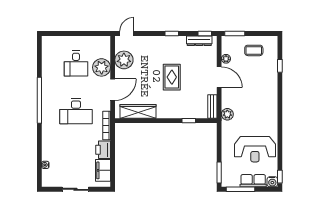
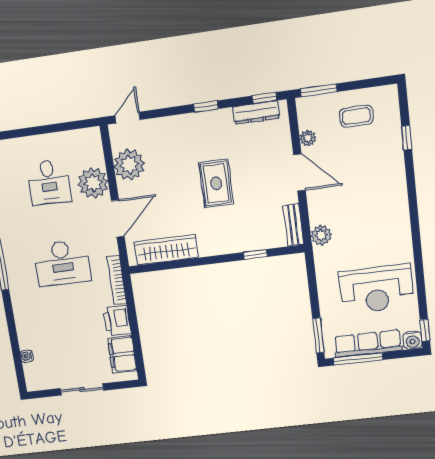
row of seats: (253, 181) -> (368, 344), width x1.48

